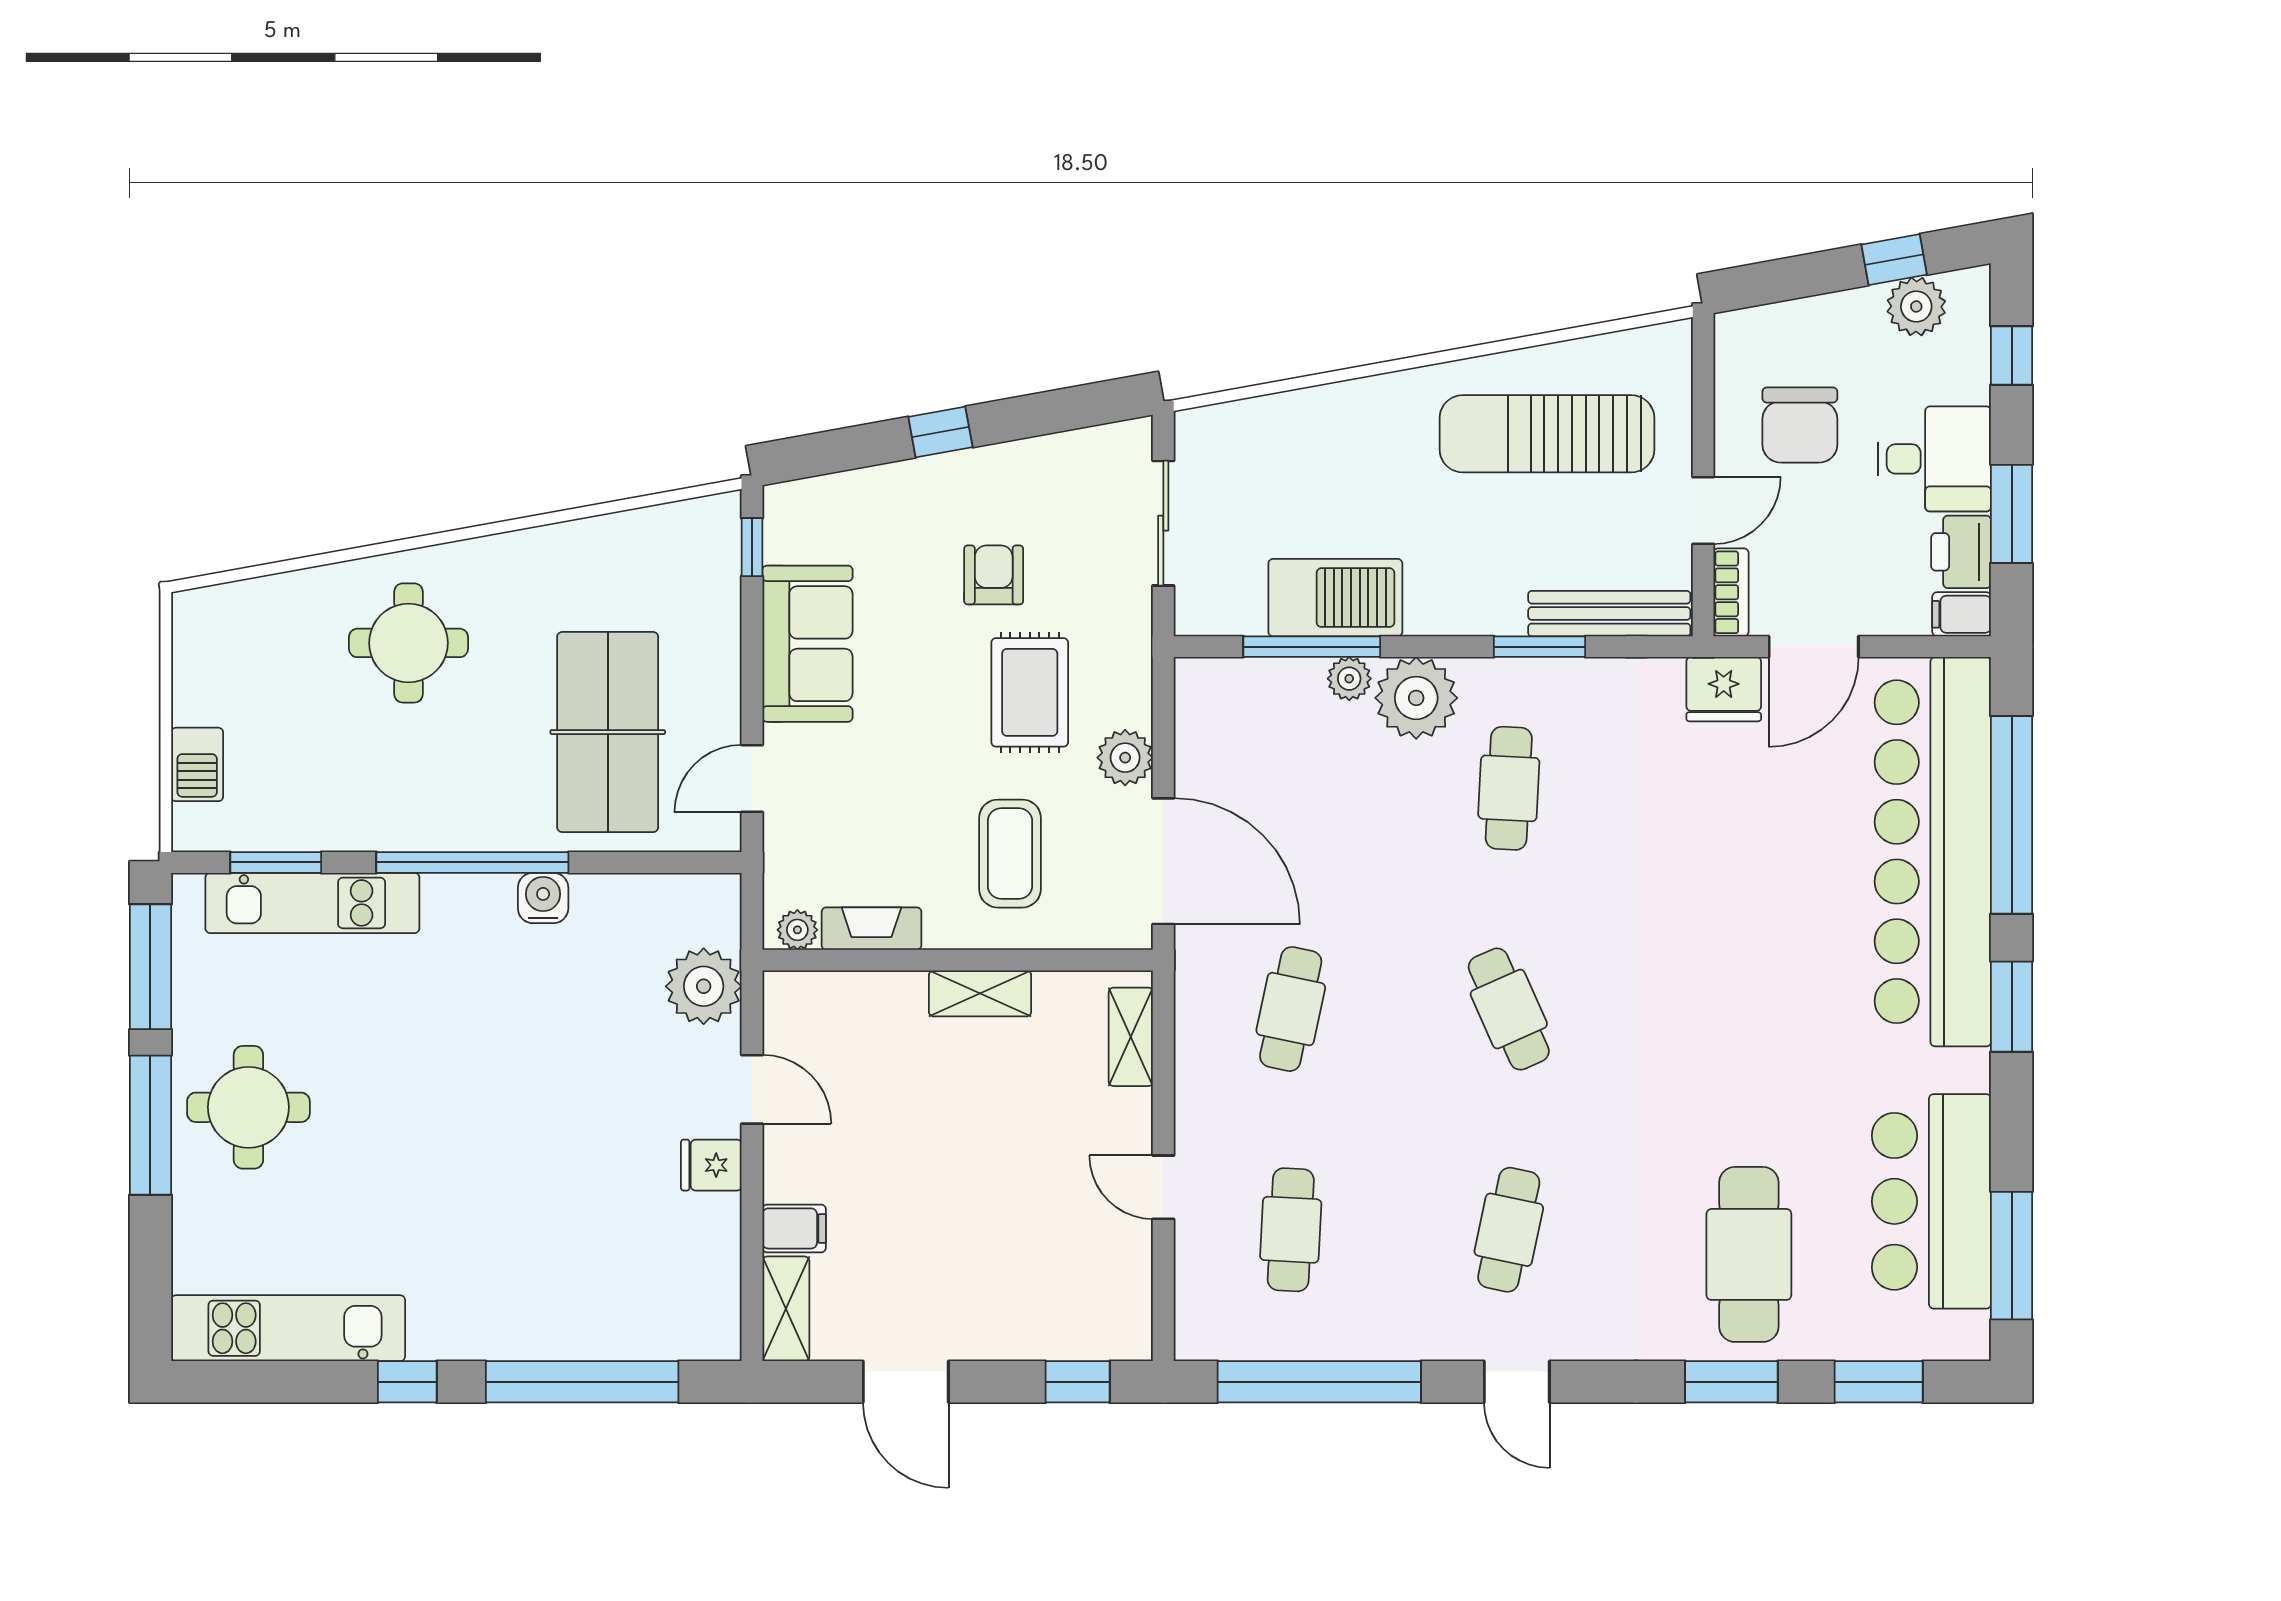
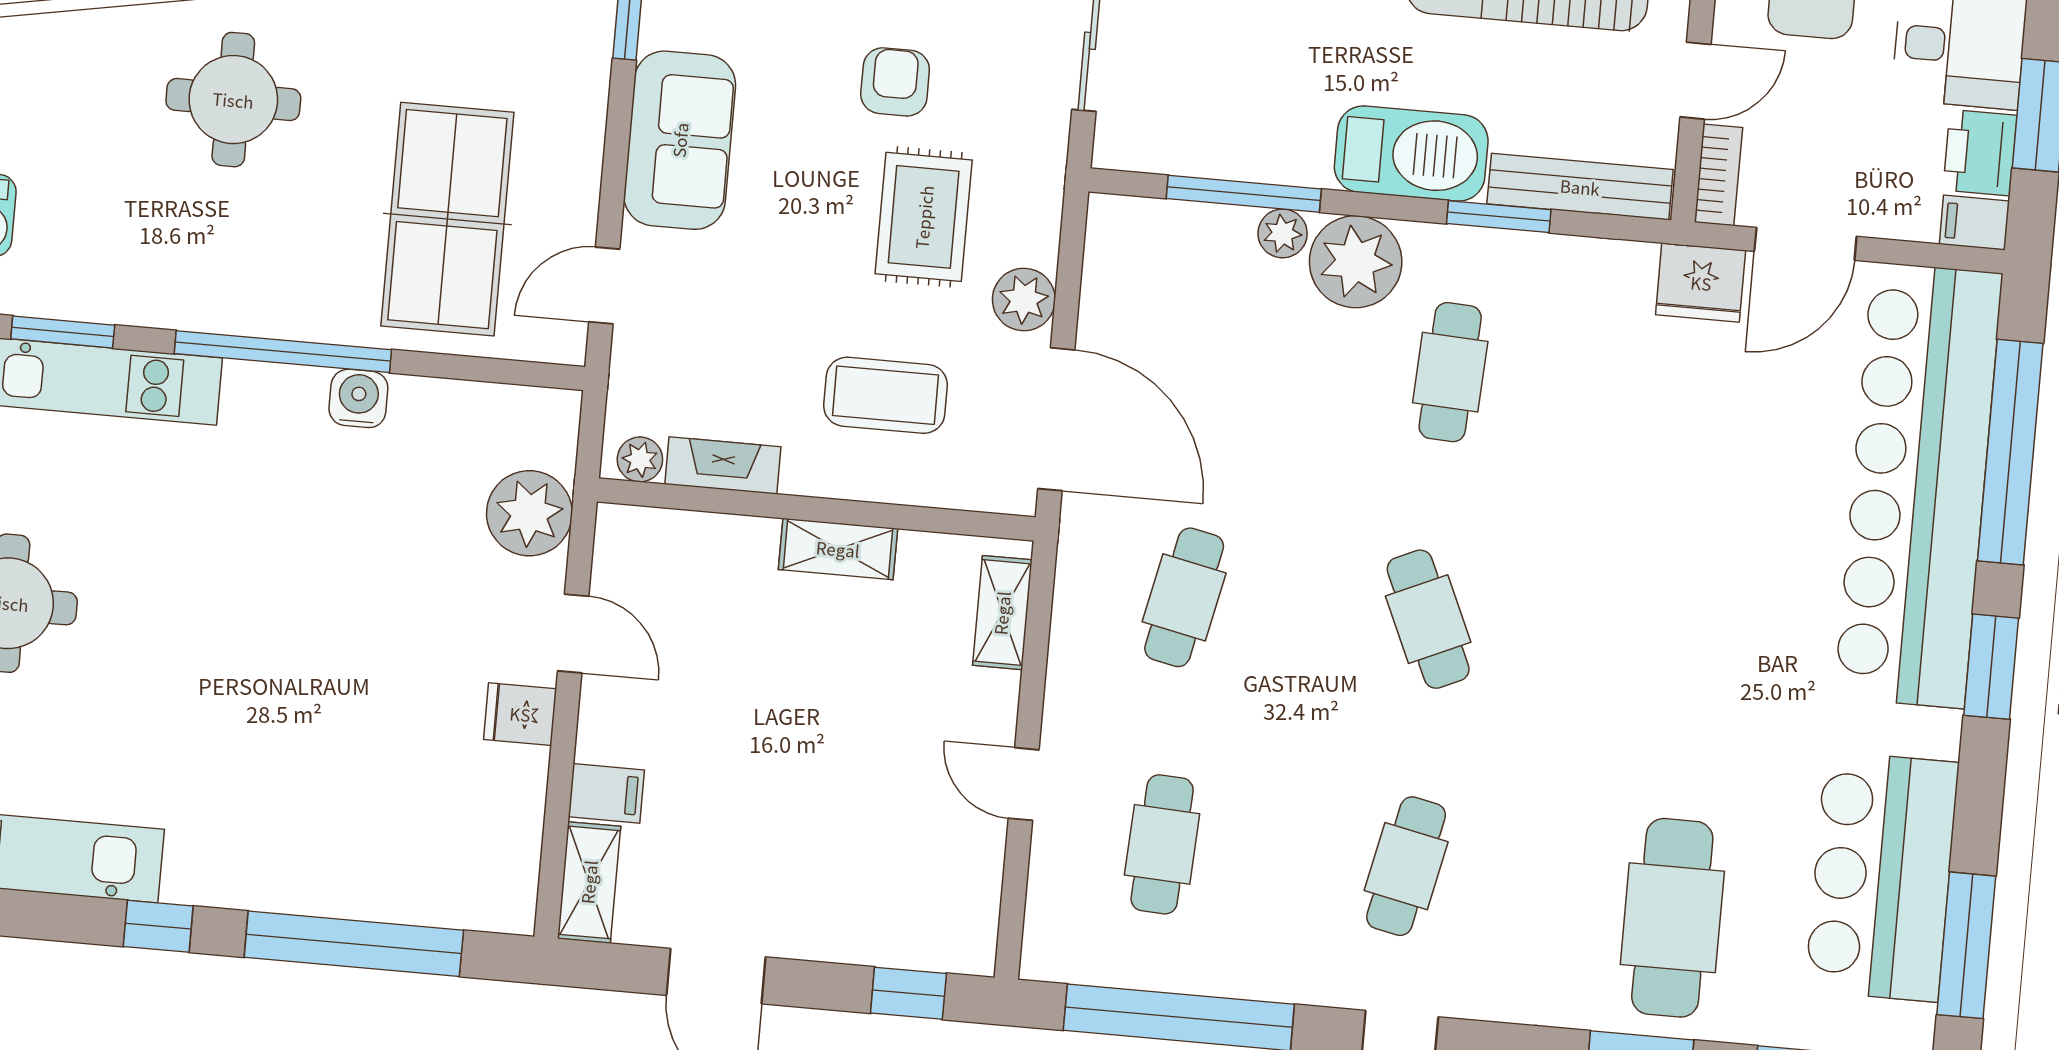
barbecue: (1335, 598) -> (1411, 154), moved
coffee table: (1010, 854) -> (885, 395), turned 90

